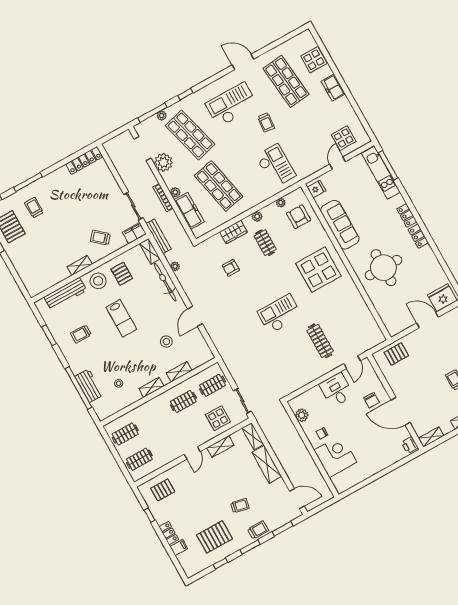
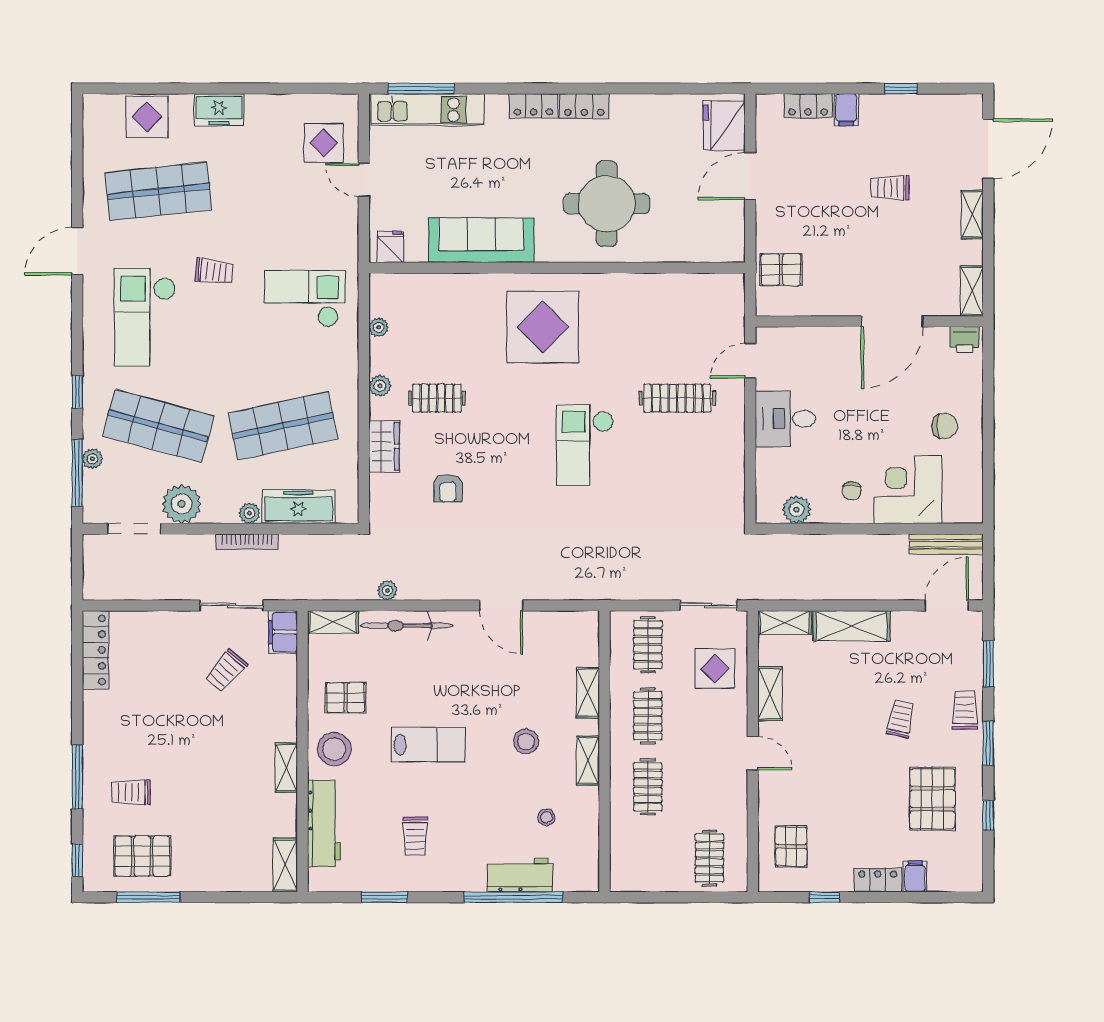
shop shelf: (190, 135) -> (158, 426), turned 30
armchair: (299, 217) -> (424, 309), removed
bench: (159, 236) -> (946, 544), moved
trolley: (100, 238) -> (226, 670), moved
shelving: (39, 287) -> (285, 865), added
stool: (166, 342) -> (526, 741), moved
pallet: (396, 354) -> (781, 270), turned 90
door: (352, 362) -> (750, 361), swing flipped
chair: (372, 400) -> (945, 426), moved
clothes rail: (125, 434) -> (648, 787), moved

